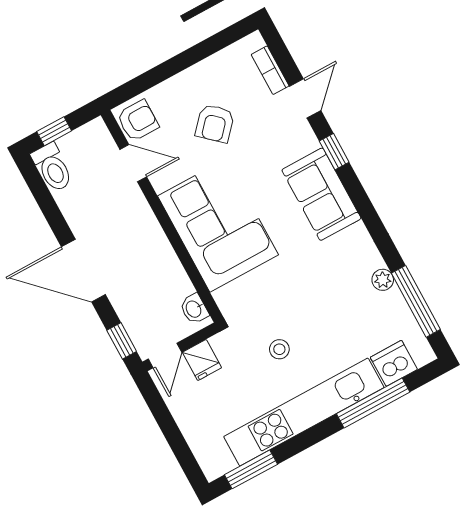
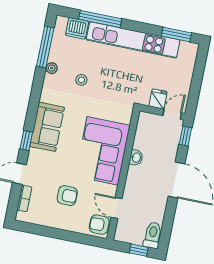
armchair: (215, 123) -> (67, 196), turned 48
washbasin: (194, 309) -> (136, 158), moved
stool: (279, 349) -> (81, 80), moved

